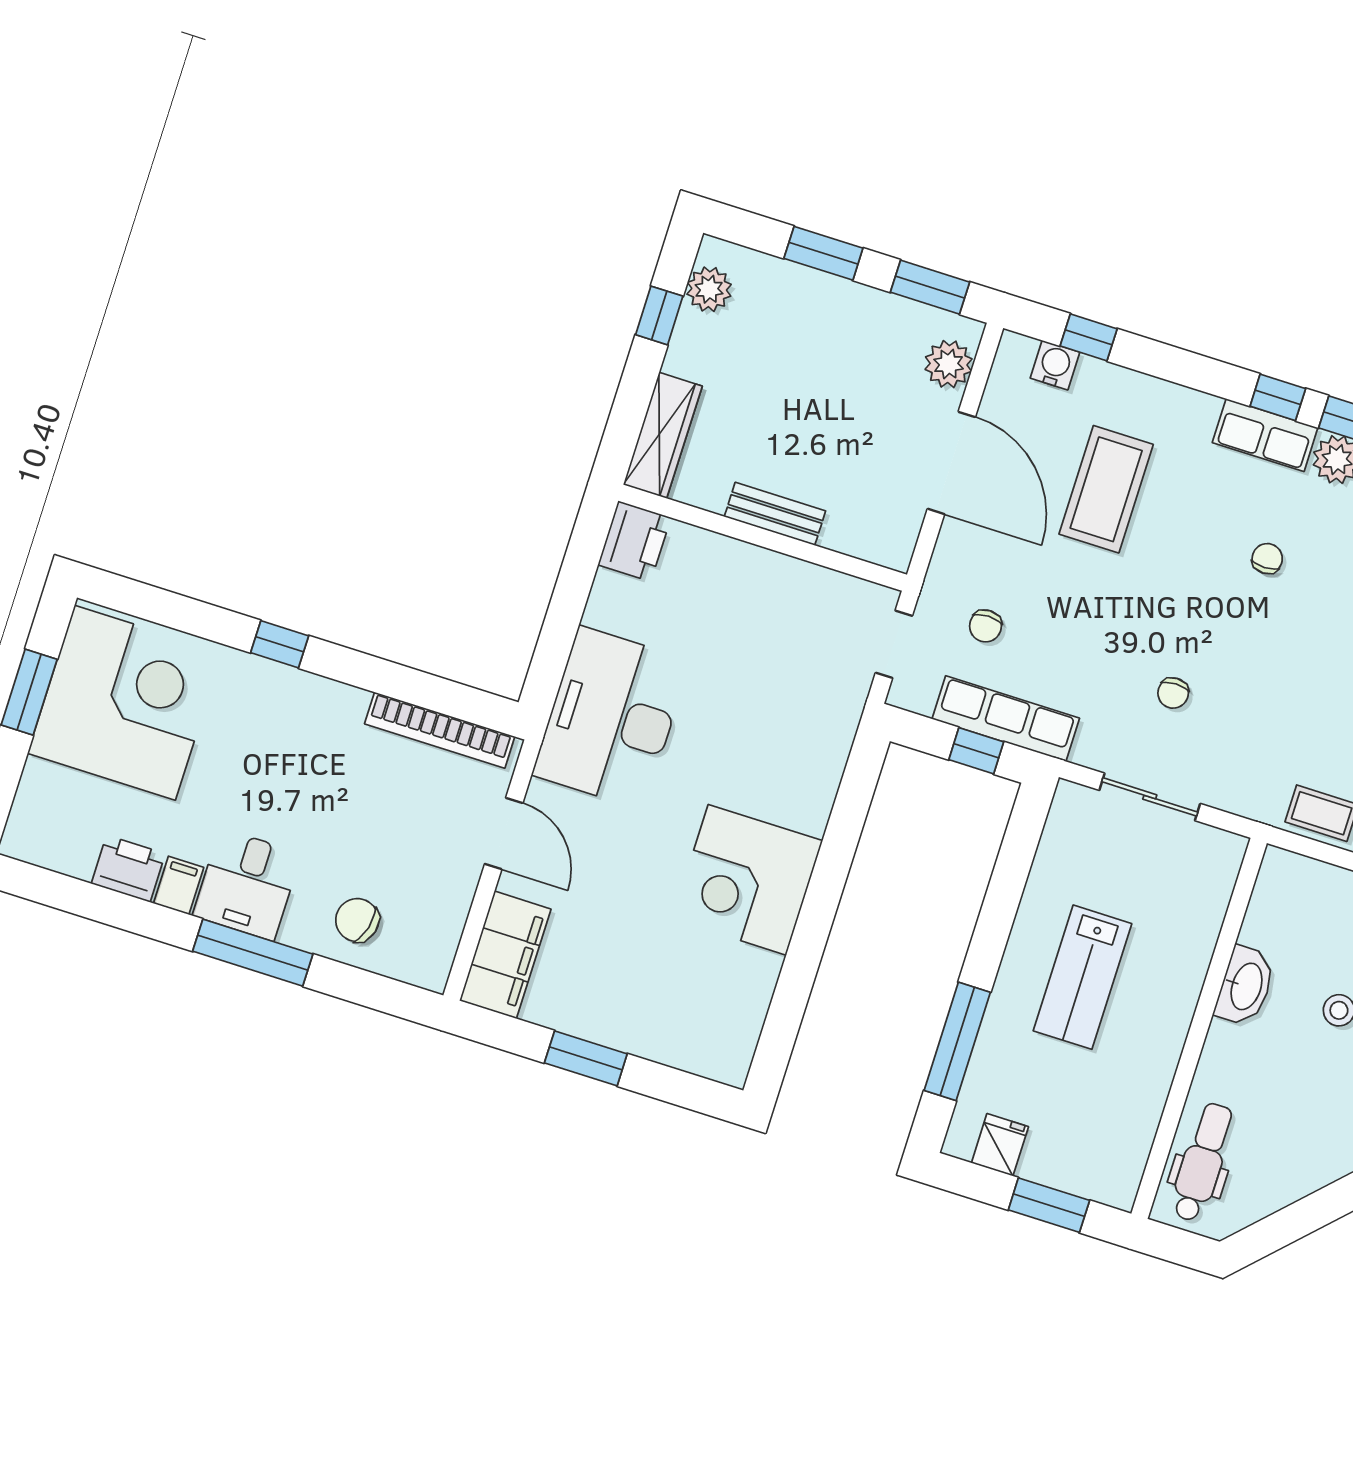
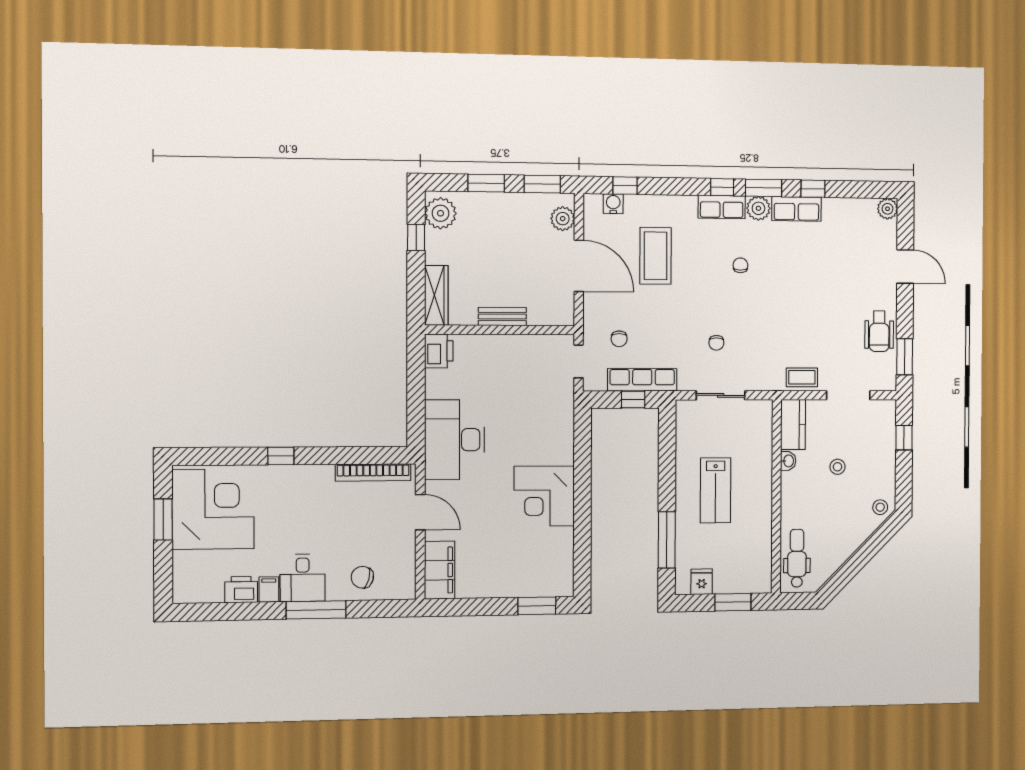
plant: (709, 289) -> (440, 213), width x1.36, depth x1.36
kitchen counter: (1276, 899) -> (793, 425), added
washbasin: (1245, 986) -> (788, 461), width x0.52, depth x0.69
window: (586, 1058) -> (537, 606), moved

